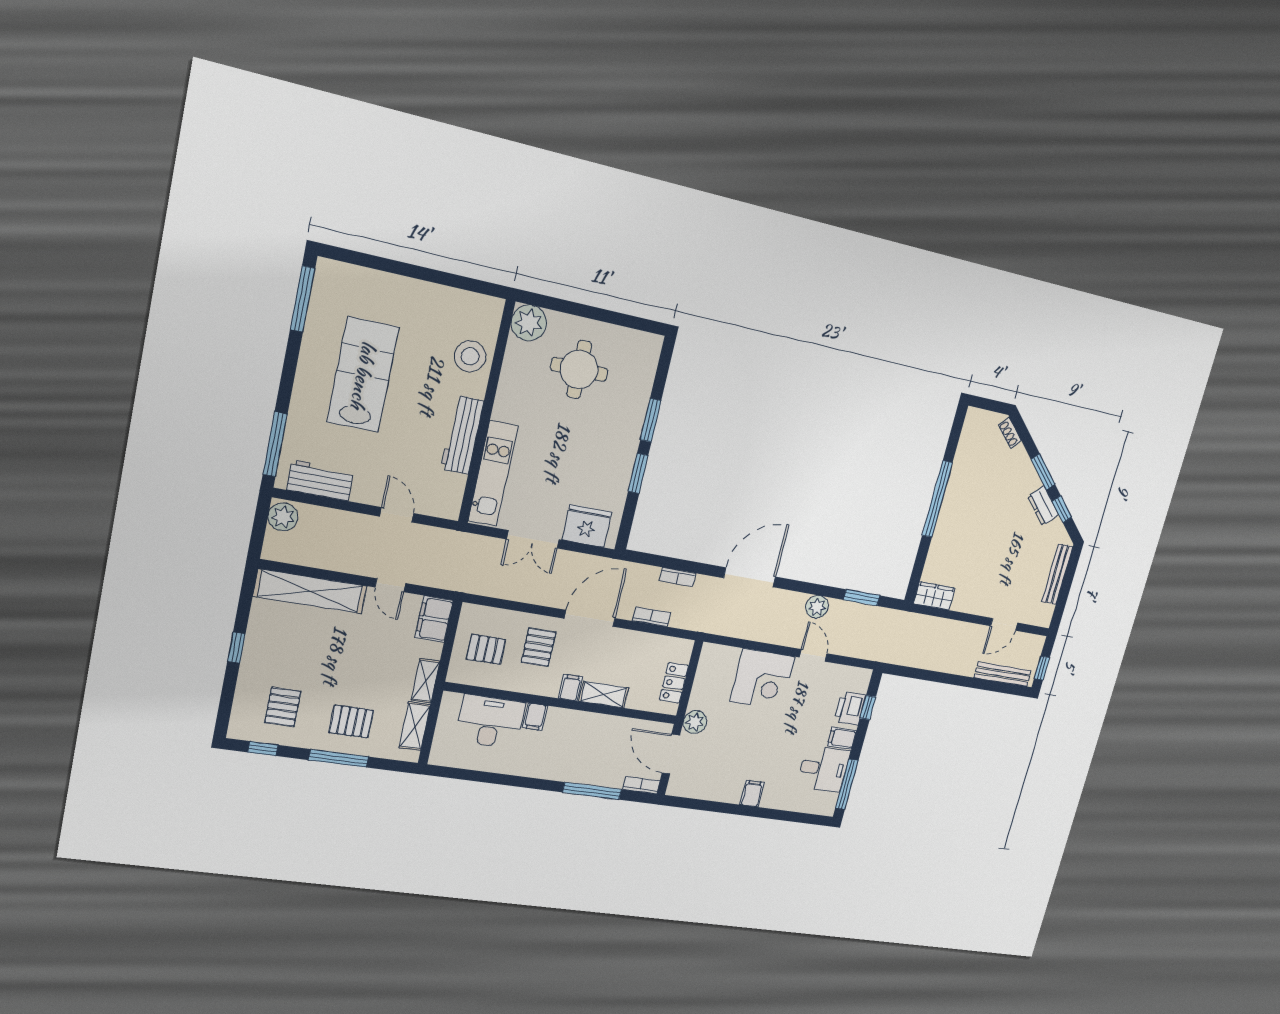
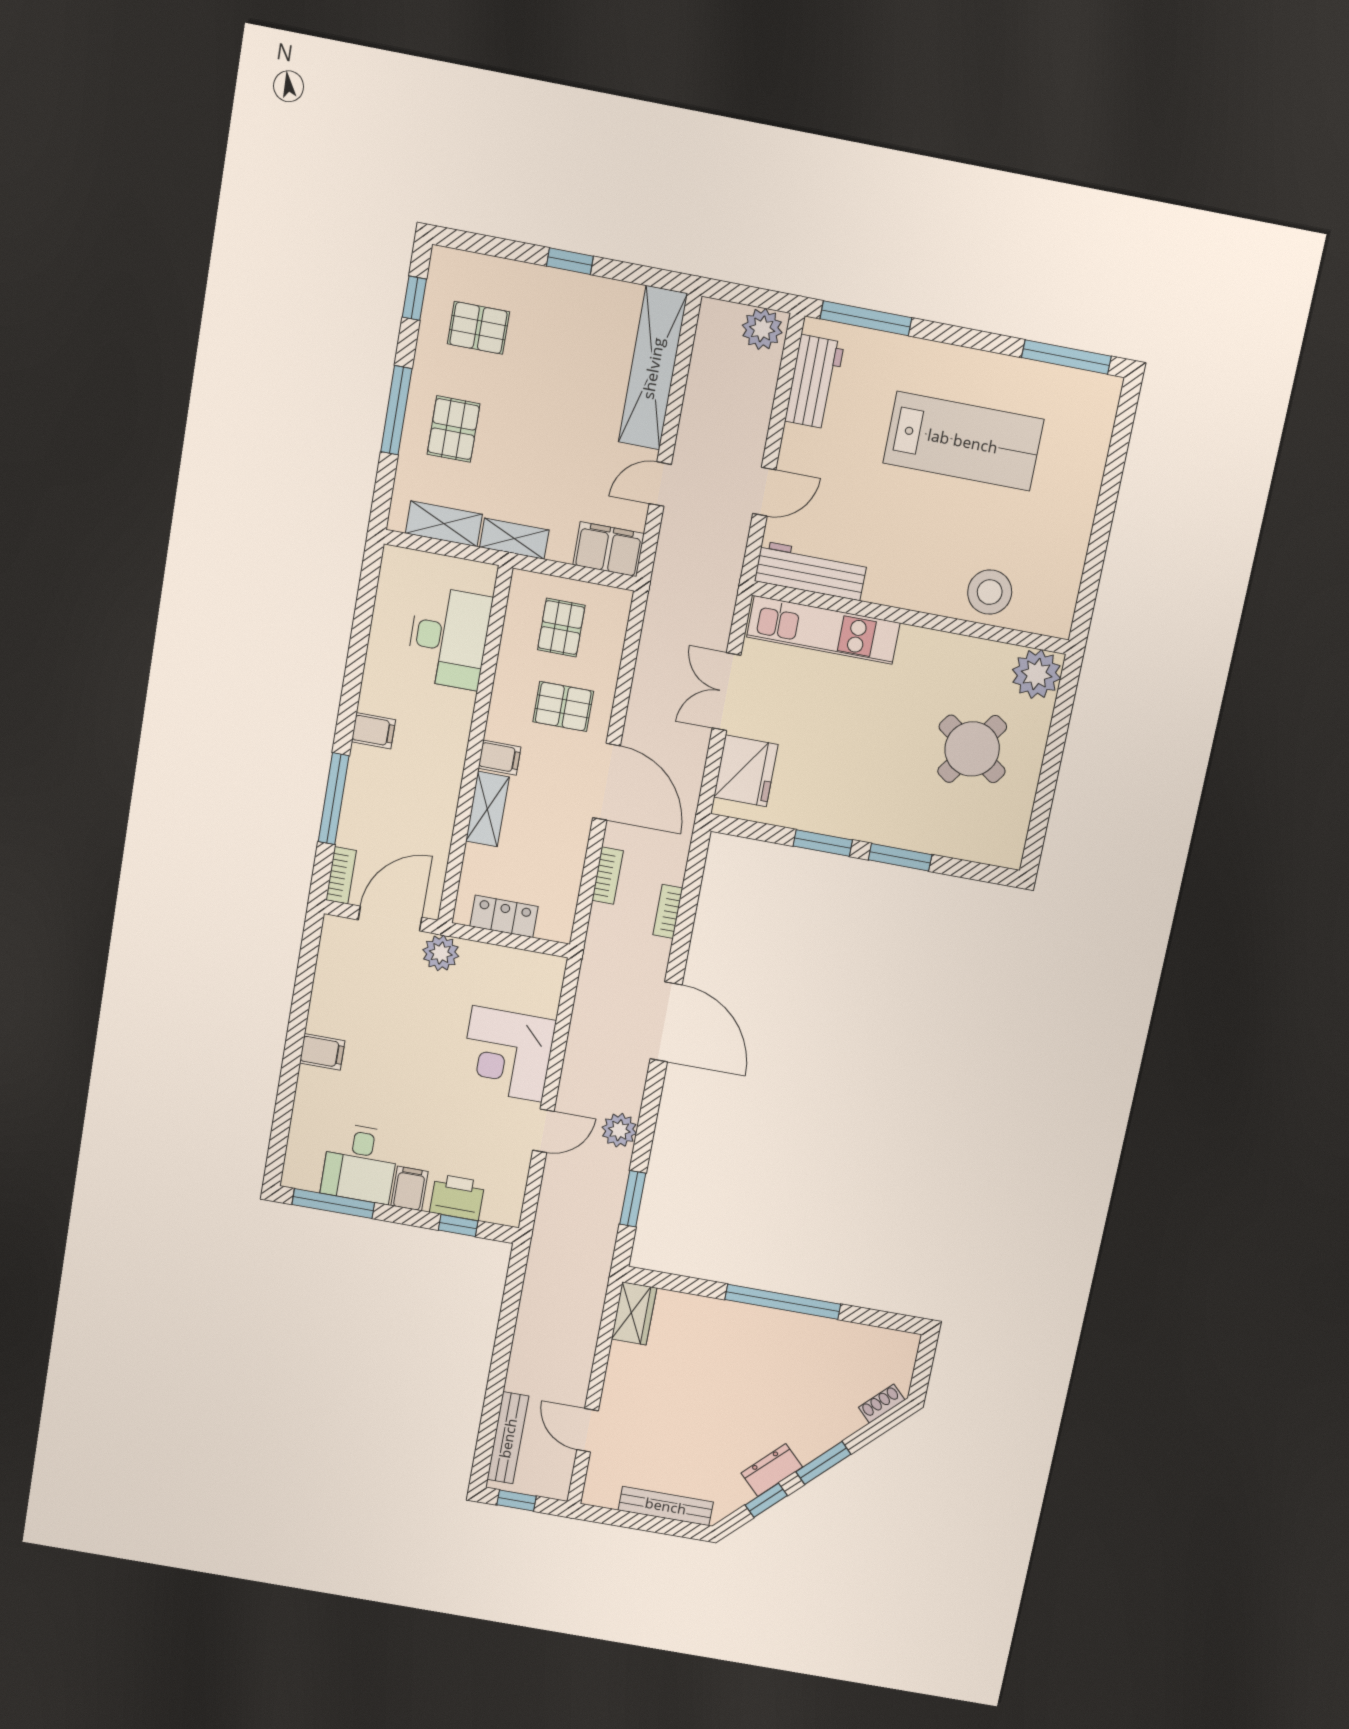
round table: (579, 369) -> (972, 749), turned 35
workbench: (462, 435) -> (811, 571), moved
filing cabinet: (535, 717) -> (373, 731), moved, turned 180

